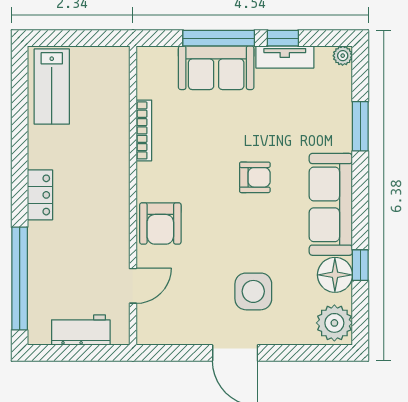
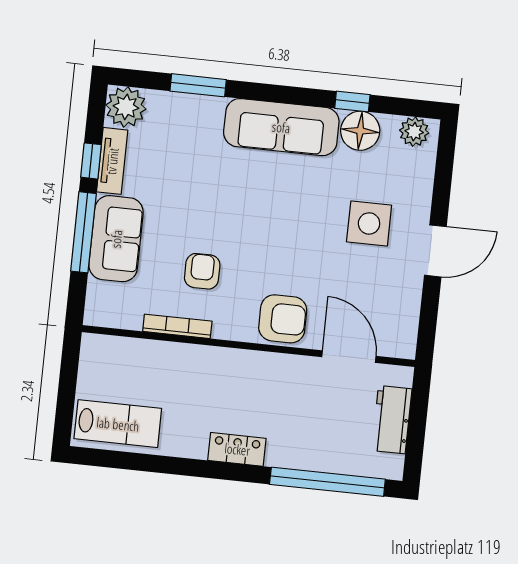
plant: (343, 56) -> (126, 107), width x1.87, depth x1.87
armchair: (255, 177) -> (202, 271), moved
door: (133, 286) -> (349, 357), width x1.38
plant: (334, 323) -> (414, 132), width x0.73, depth x0.73

